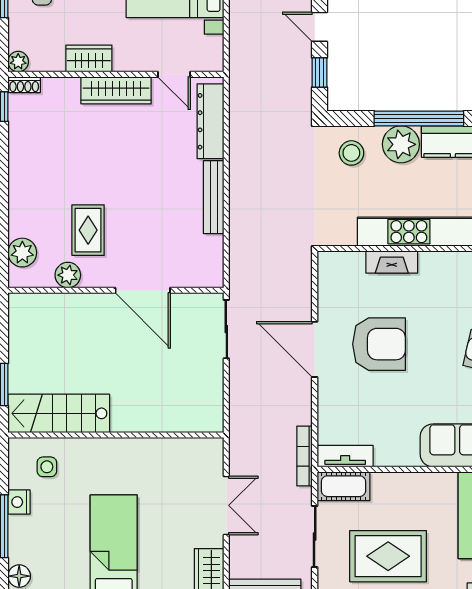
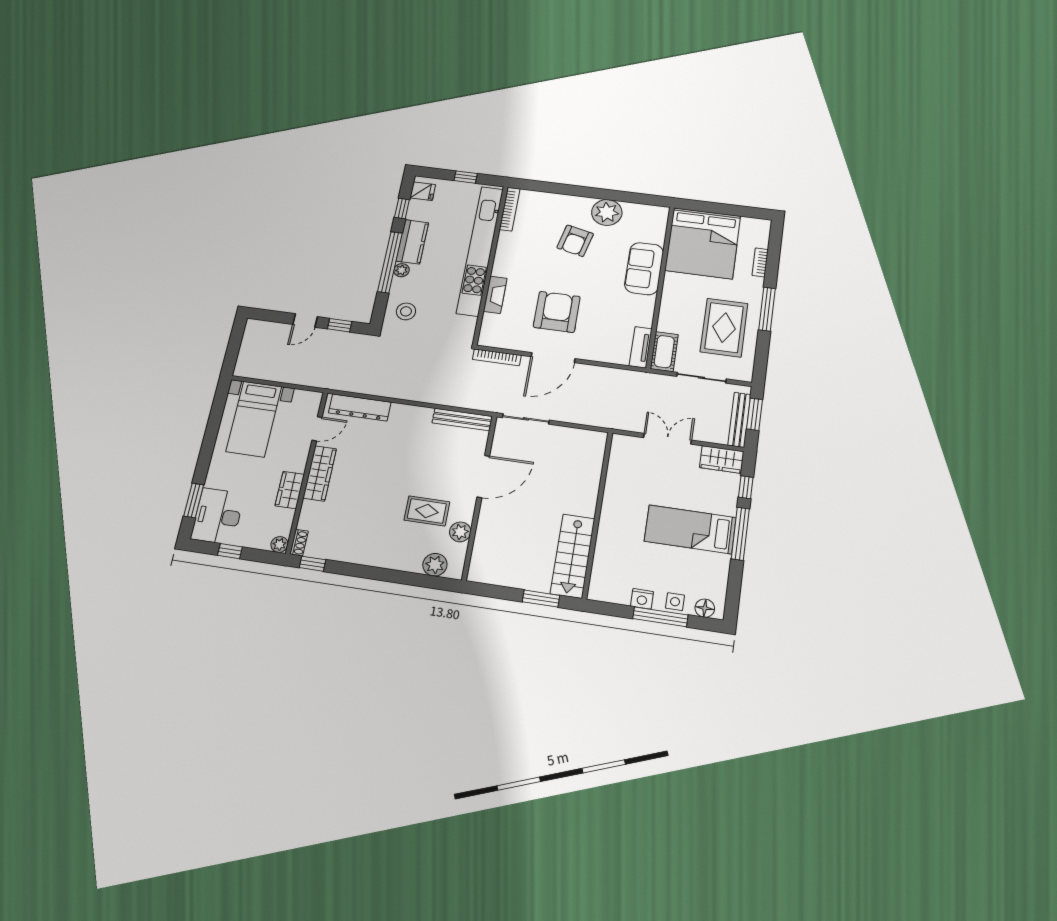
plant: (401, 144) -> (402, 270), width x0.53, depth x0.53
bench: (214, 197) -> (462, 420), moved
bookcase: (304, 456) -> (497, 357), moved
side table: (47, 467) -> (675, 602), moved

